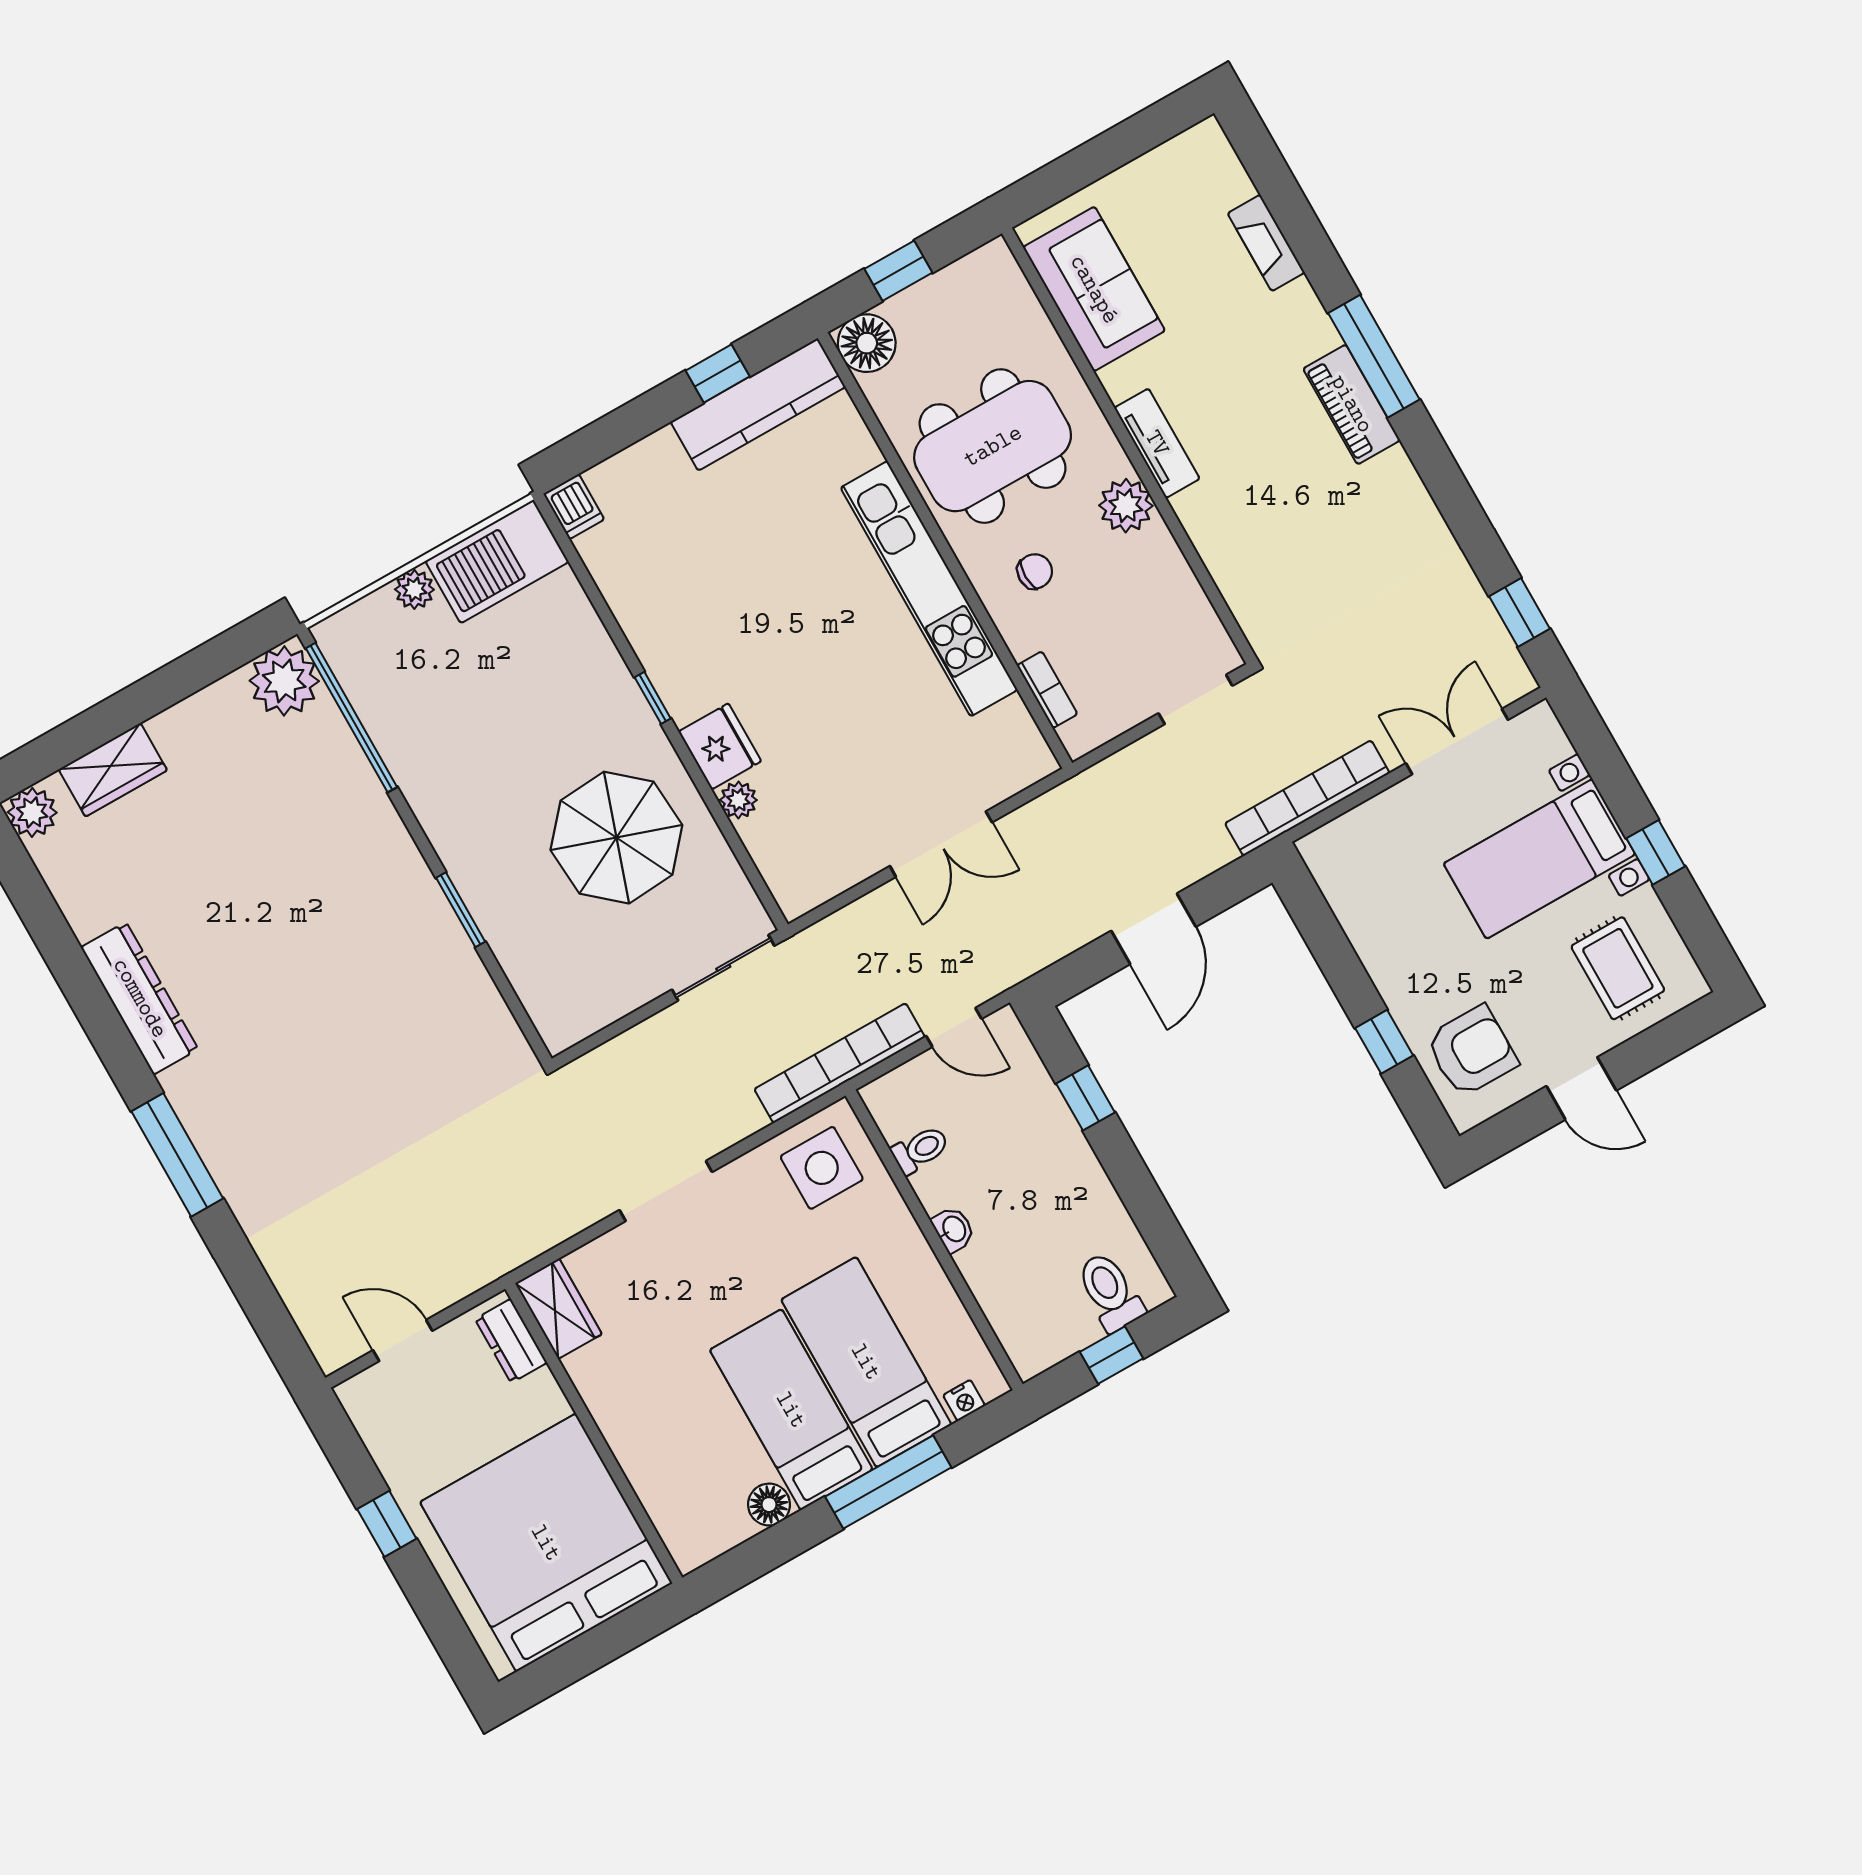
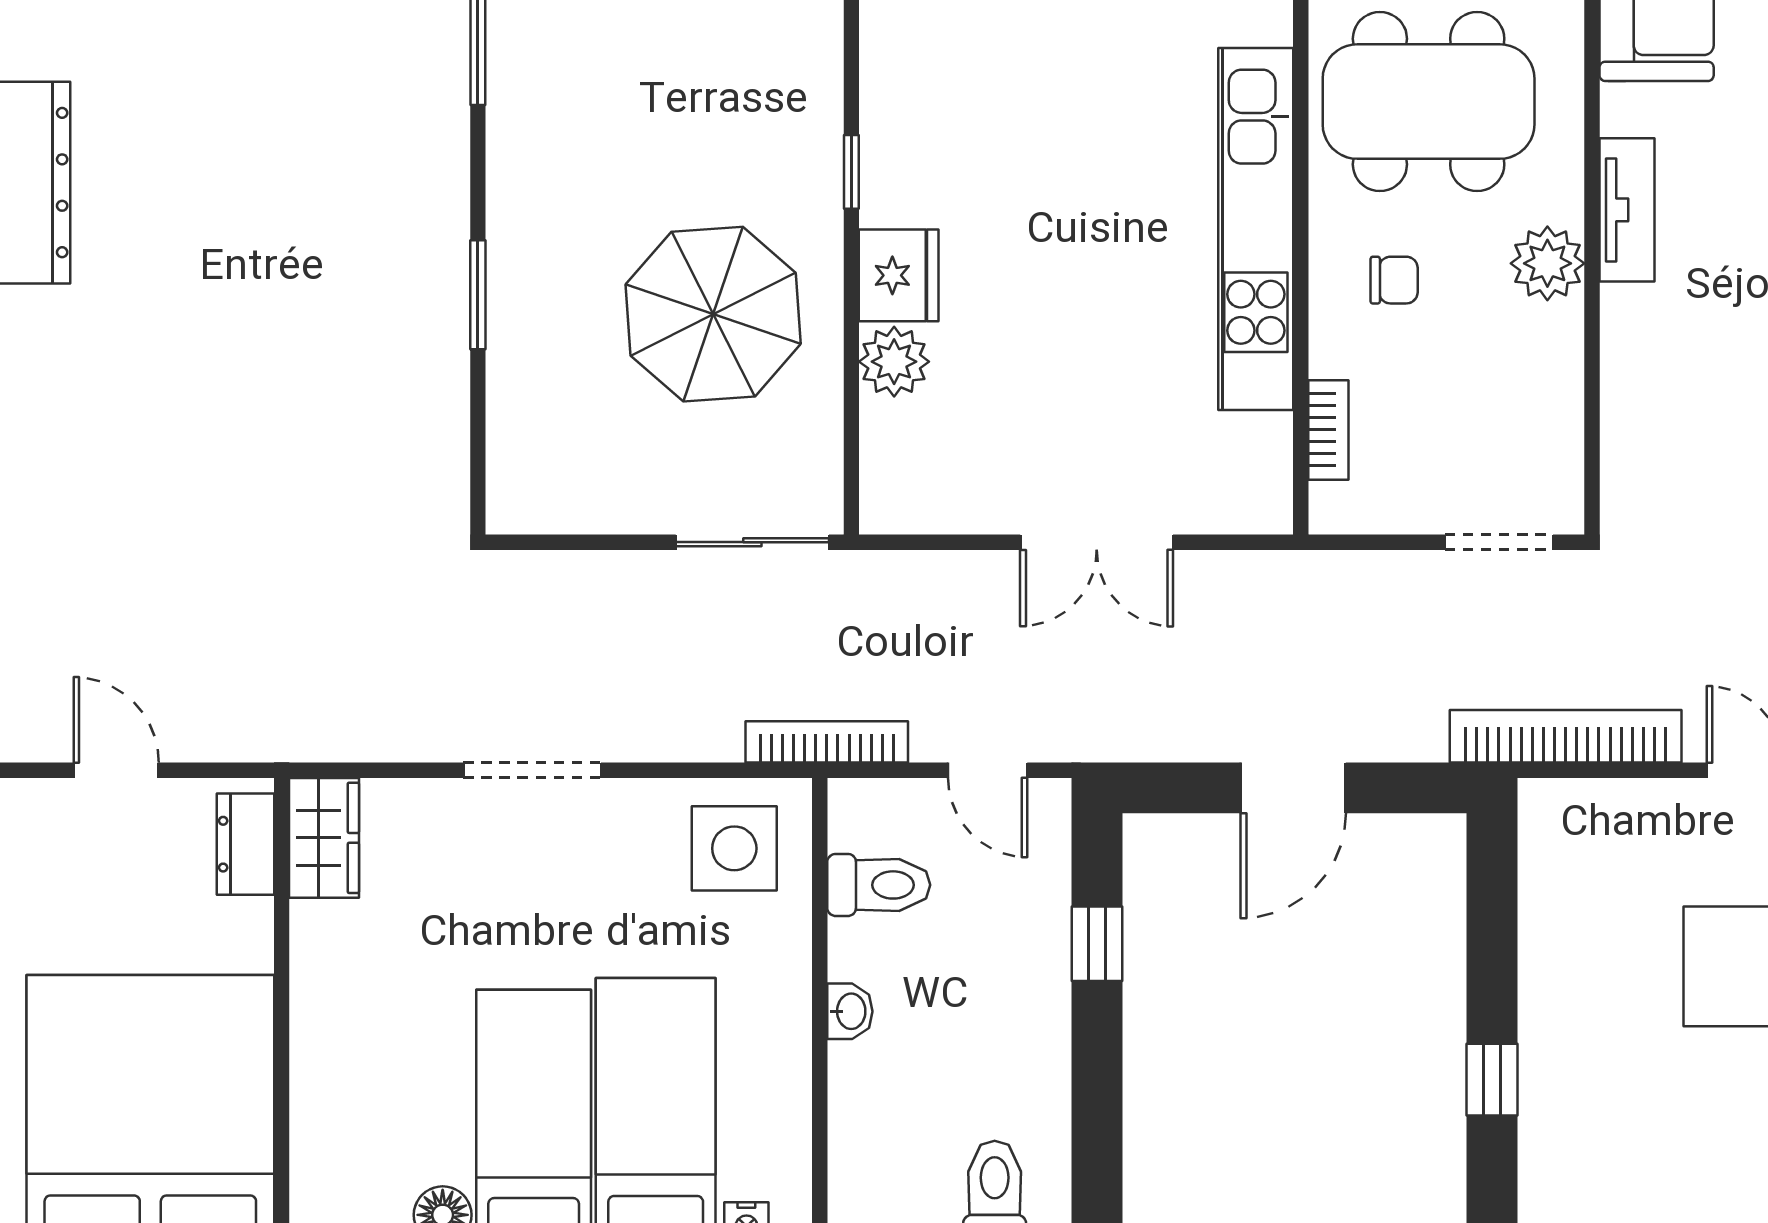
plant: (738, 800) -> (894, 362), width x1.38, depth x1.38
armchair: (1472, 1051) -> (1590, 1150), removed
bookcase: (840, 1063) -> (827, 742), width x0.68, depth x0.76
toilet: (920, 1150) -> (879, 885), width x1.37, depth x1.39

